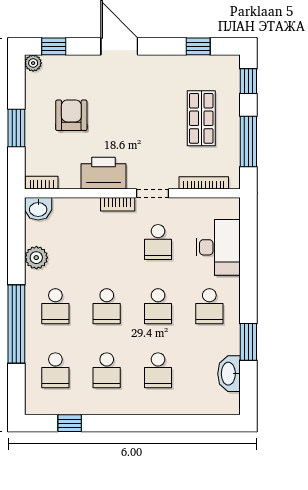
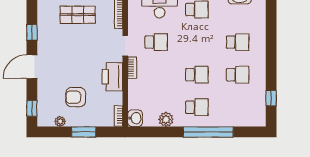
window: (198, 46) -> (32, 32), moved
plant: (33, 63) -> (60, 121), moved
school desk: (158, 306) -> (197, 42), removed
school desk: (55, 370) -> (238, 107), removed

